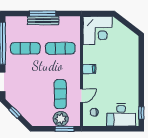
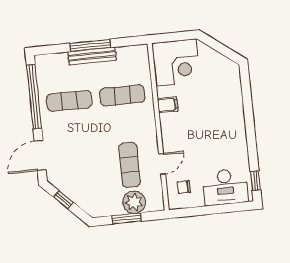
filing cabinet: (89, 69) -> (168, 105), moved
window: (65, 129) -> (126, 218), moved

